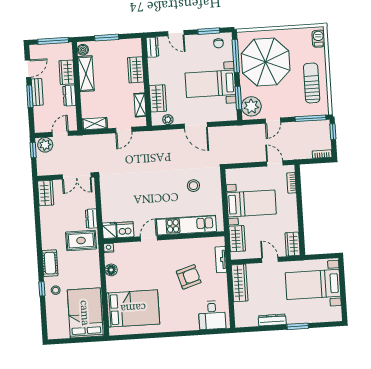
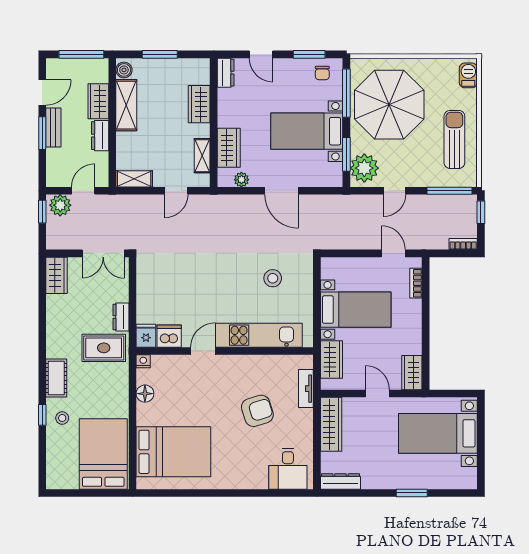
dresser: (272, 320) -> (341, 481), moved

